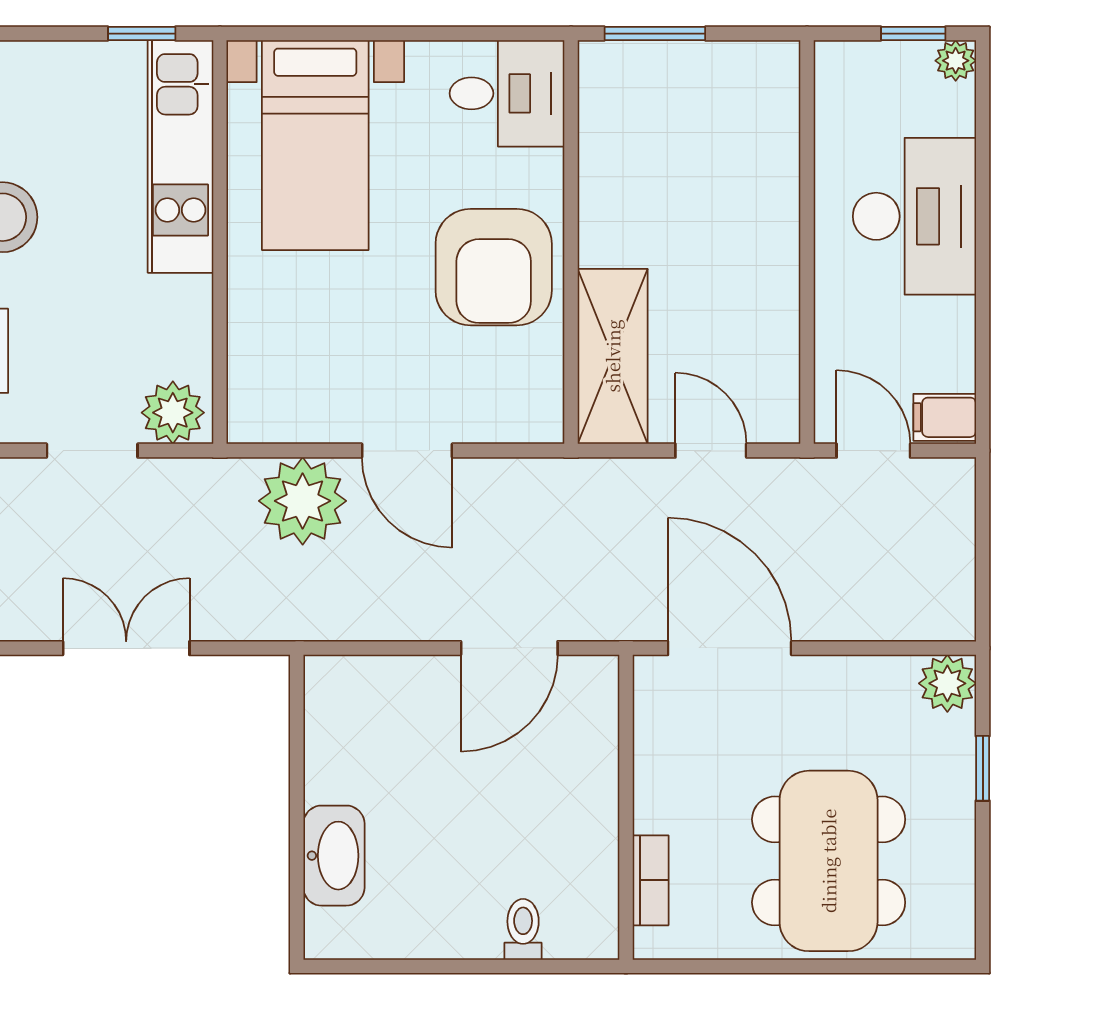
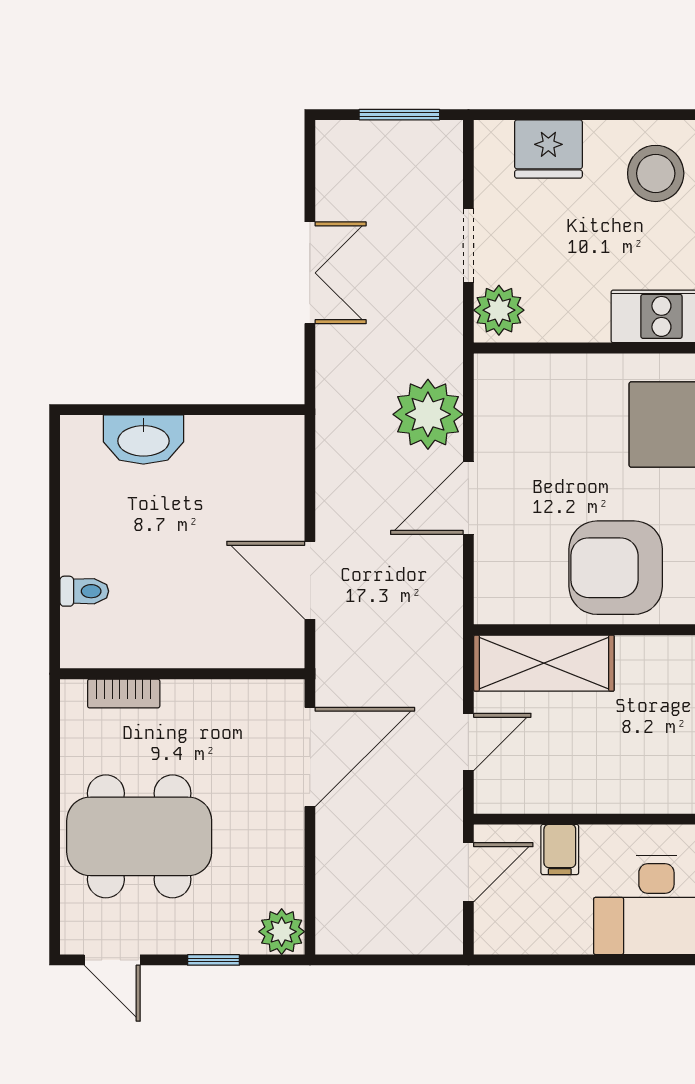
filing cabinet: (945, 417) -> (560, 850), moved, turned 180
door: (983, 895) -> (112, 960), added

